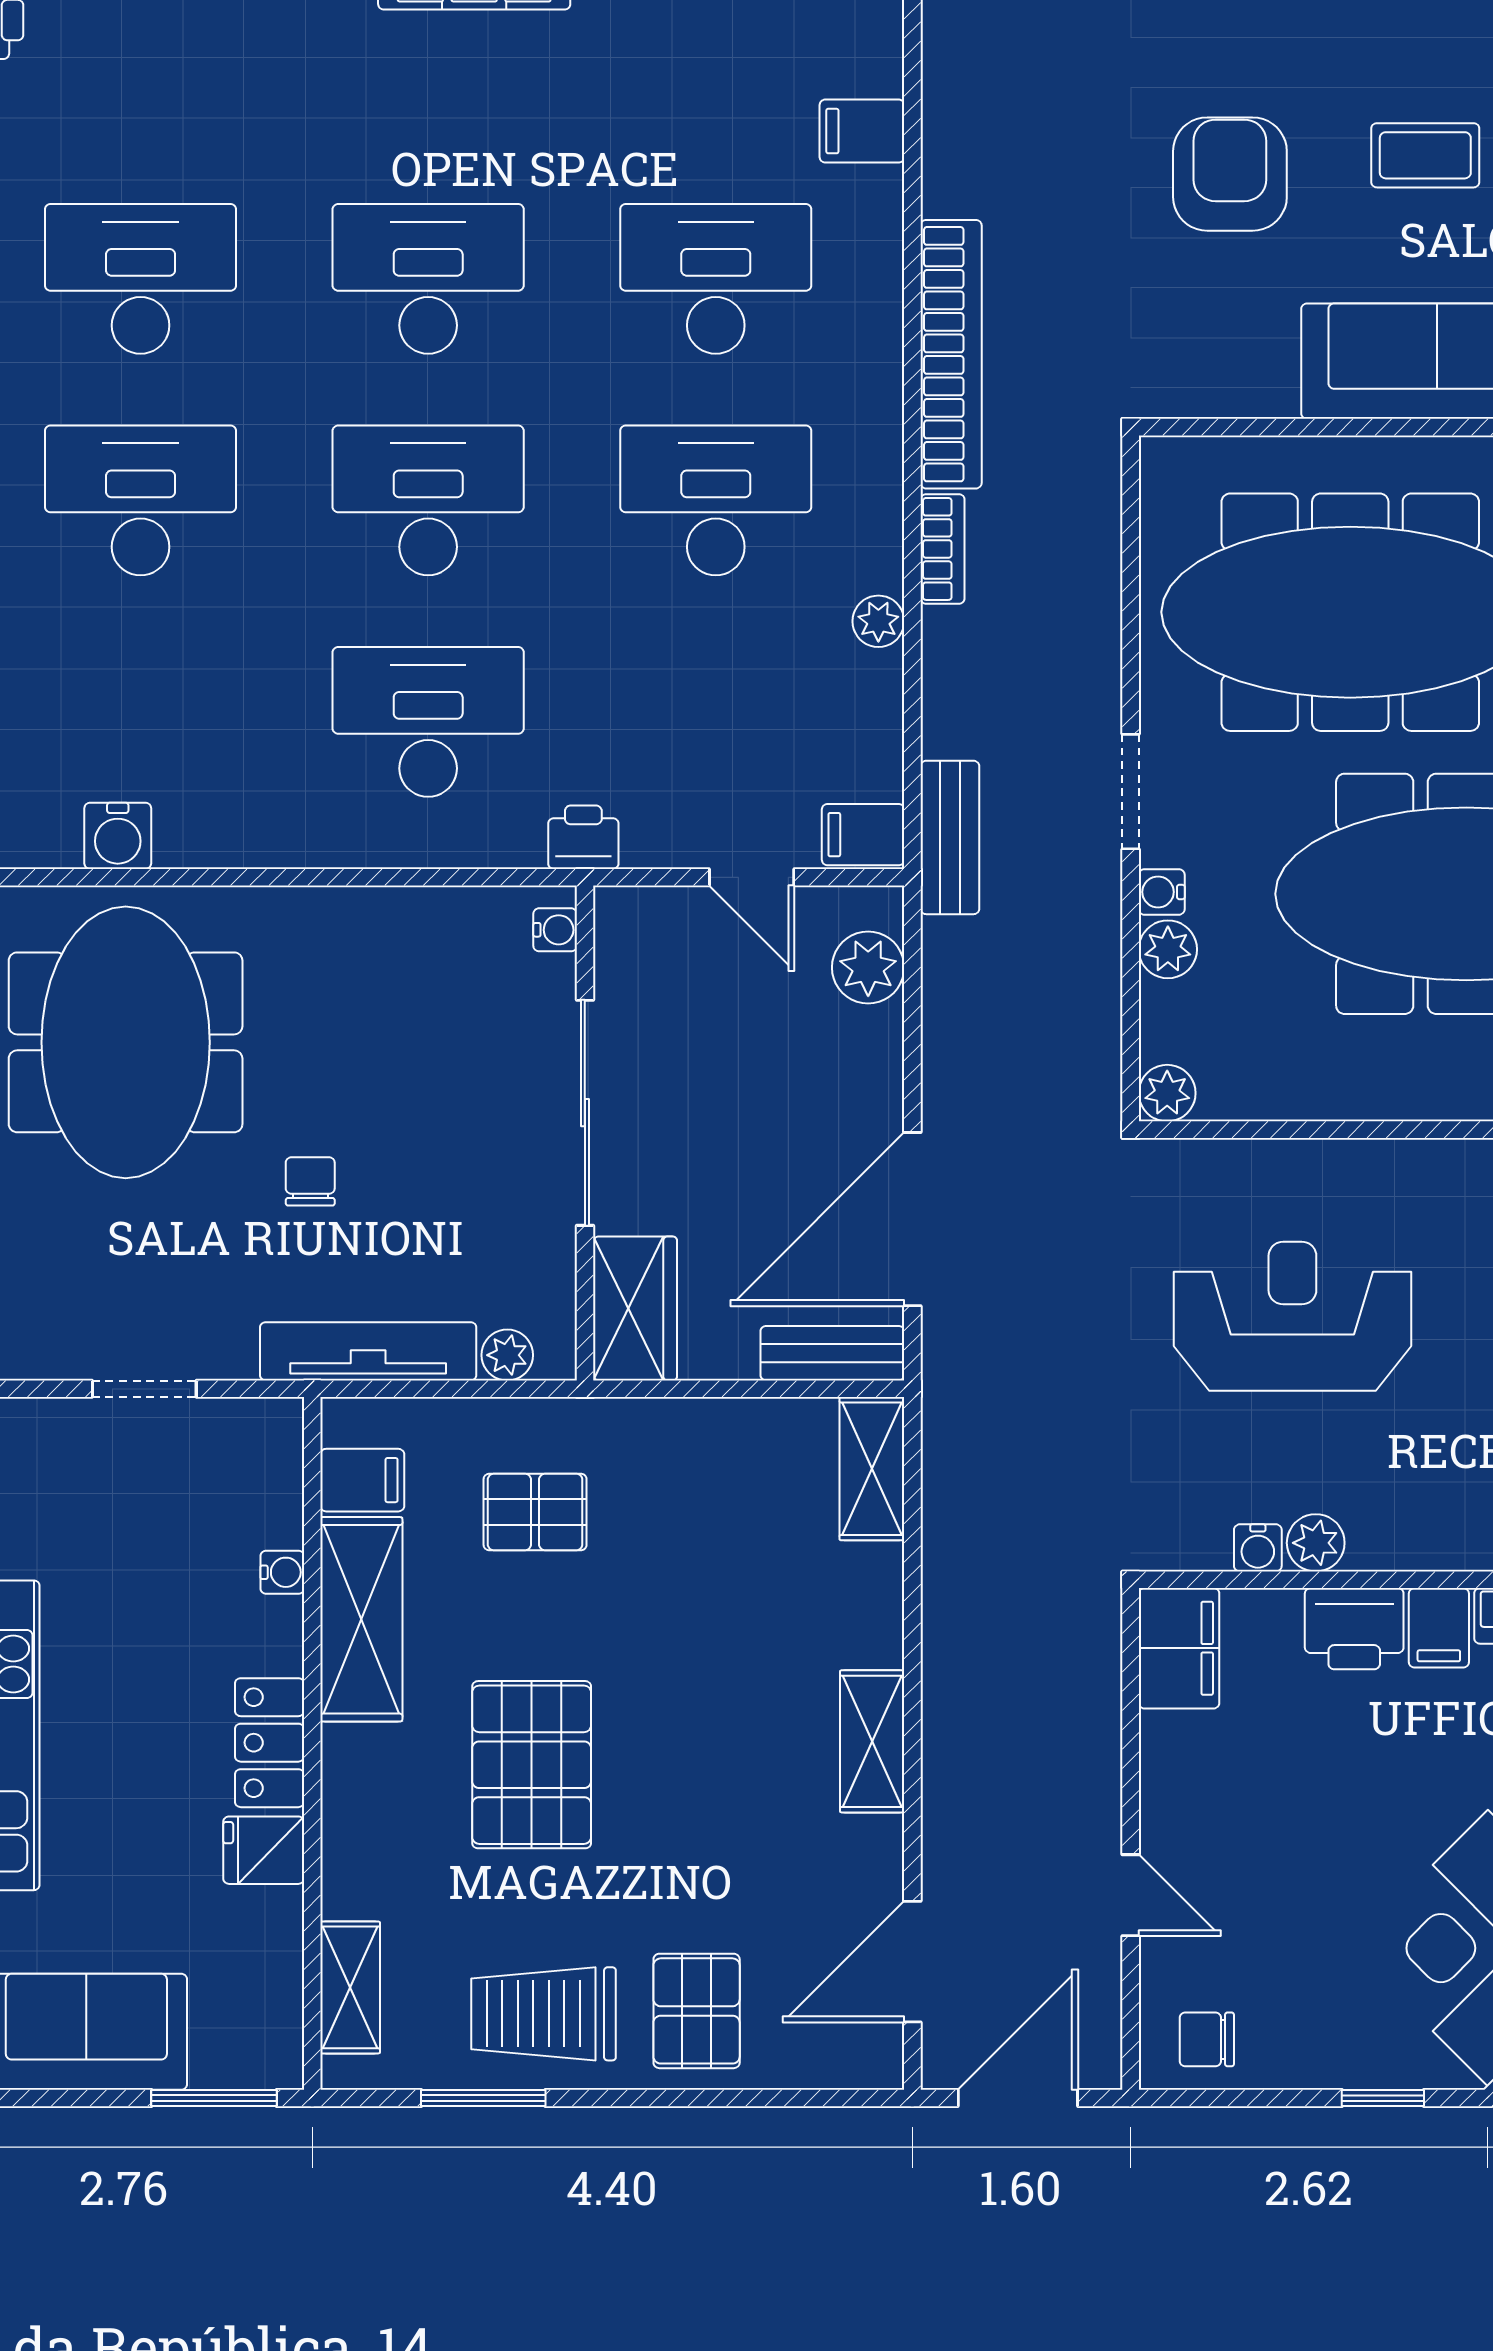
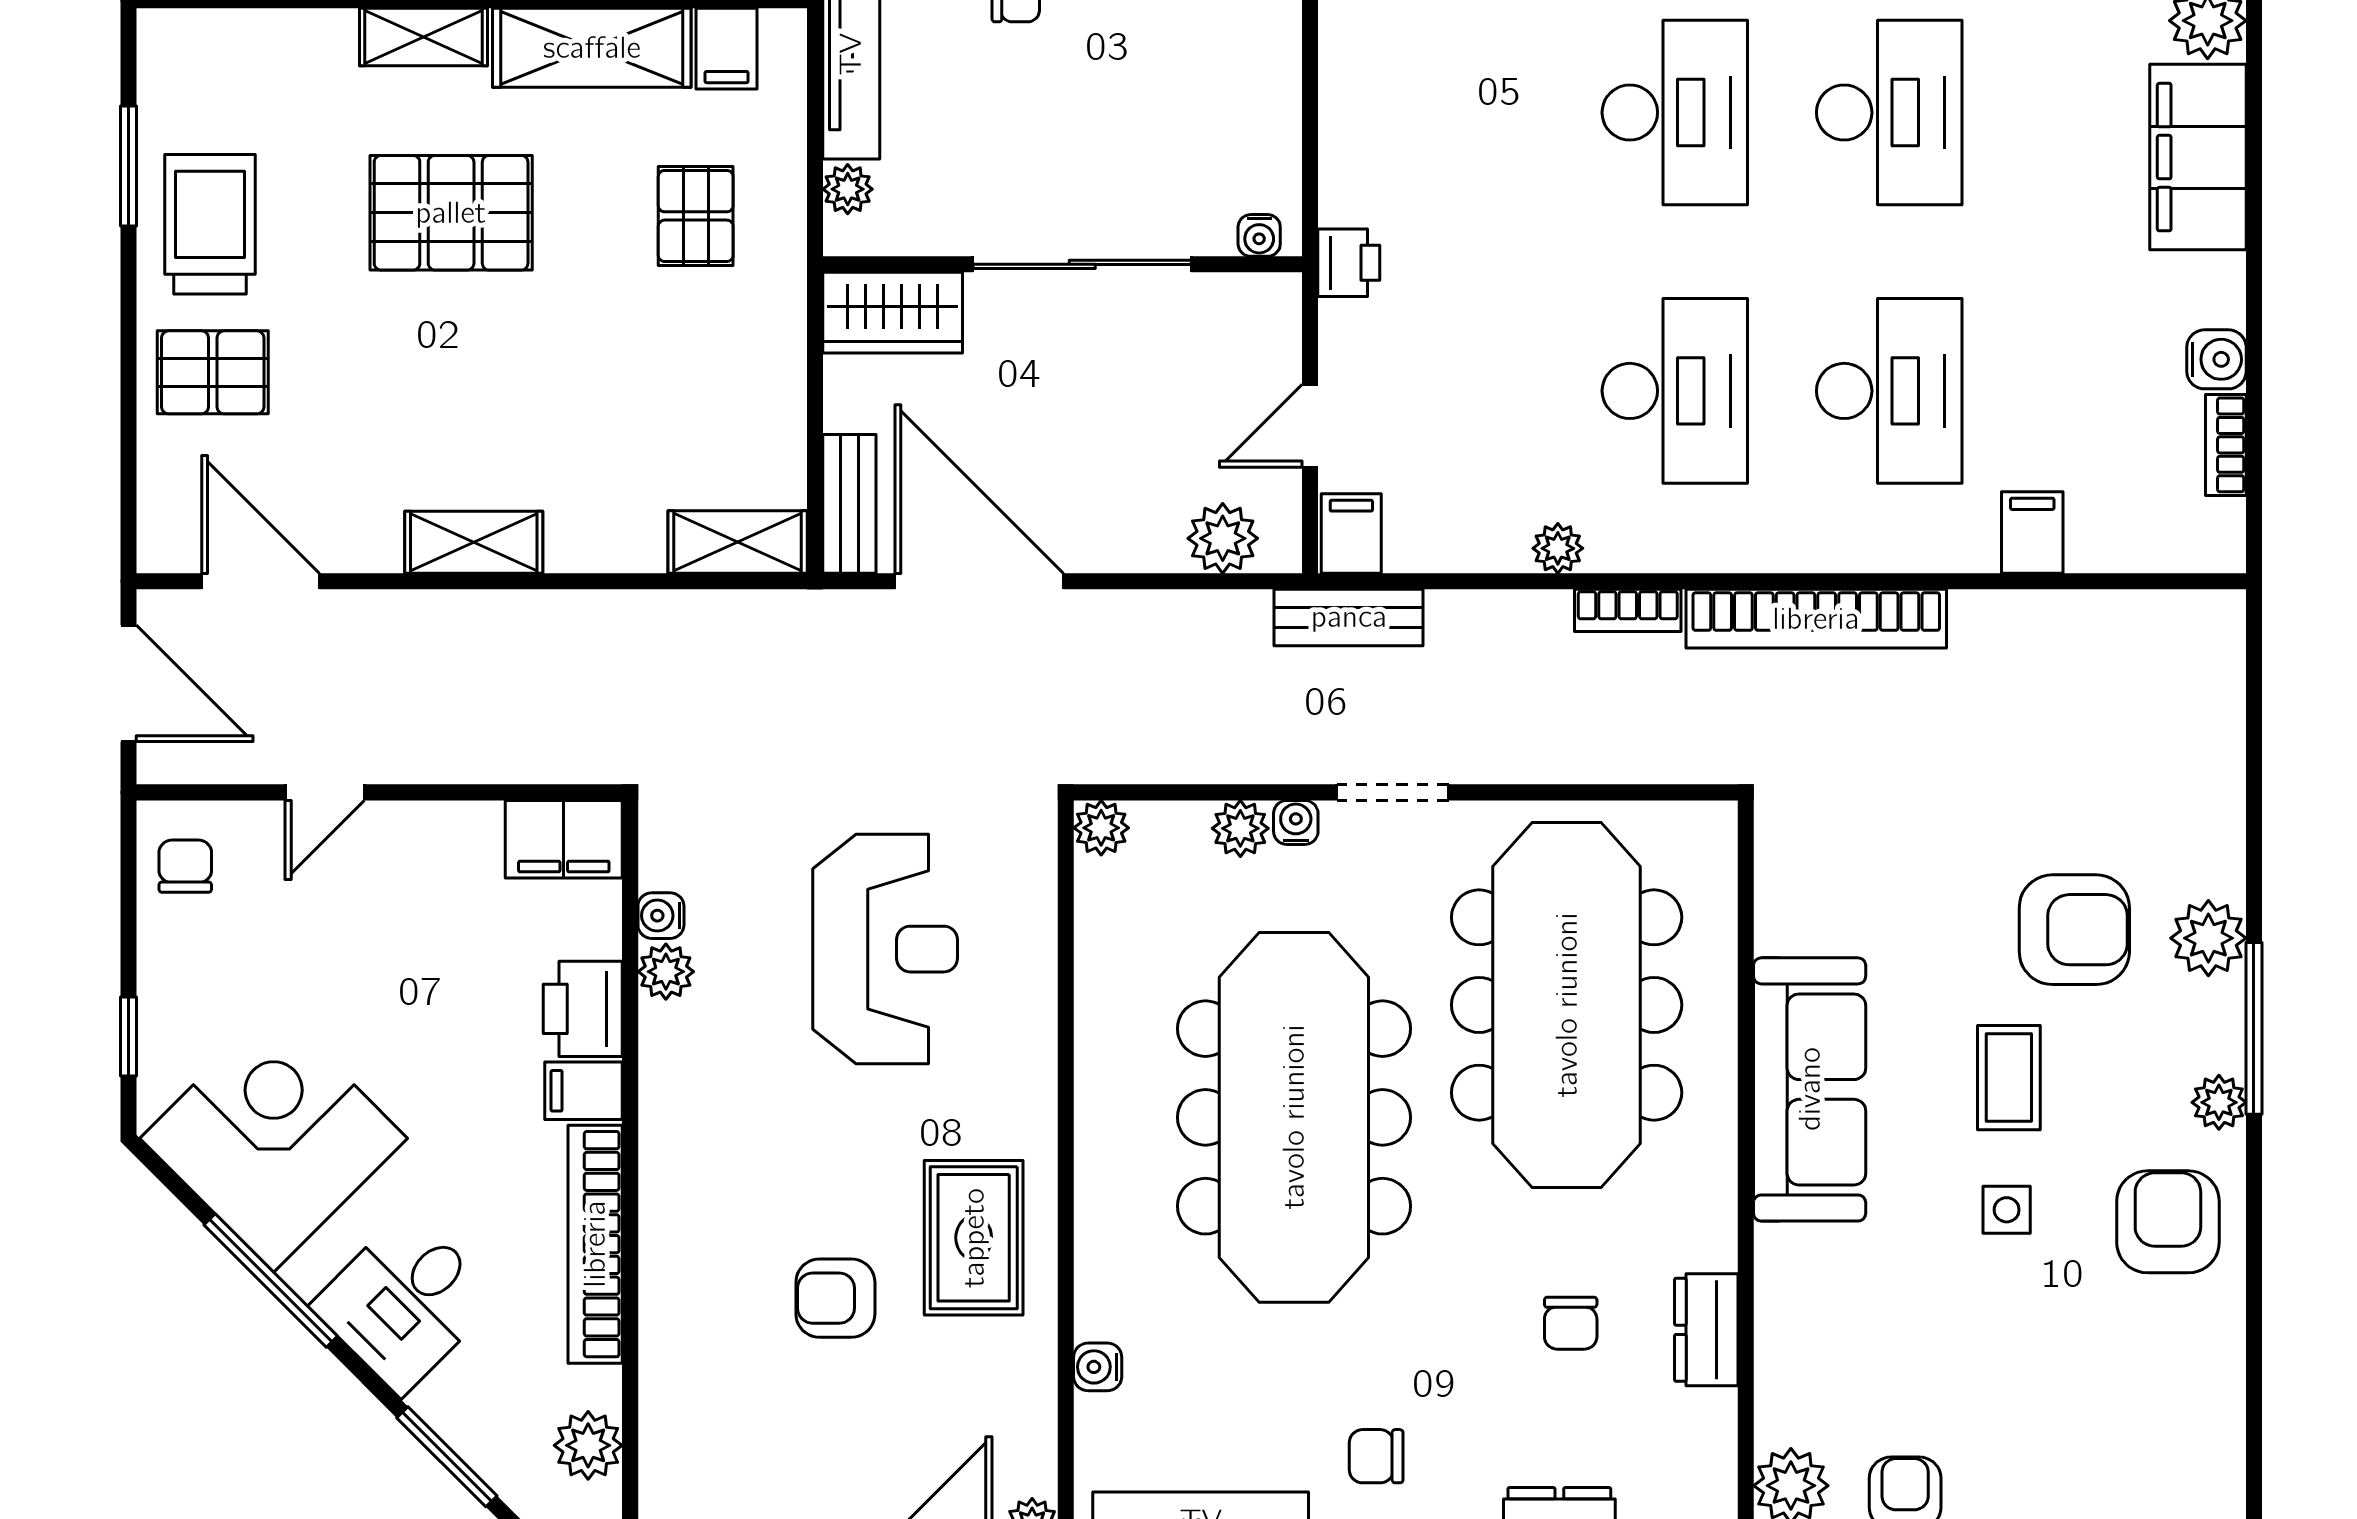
armchair: (1230, 174) -> (2074, 930), moved
desk: (428, 722) -> (1460, 113), removed
shelving: (350, 1987) -> (424, 37), moved

